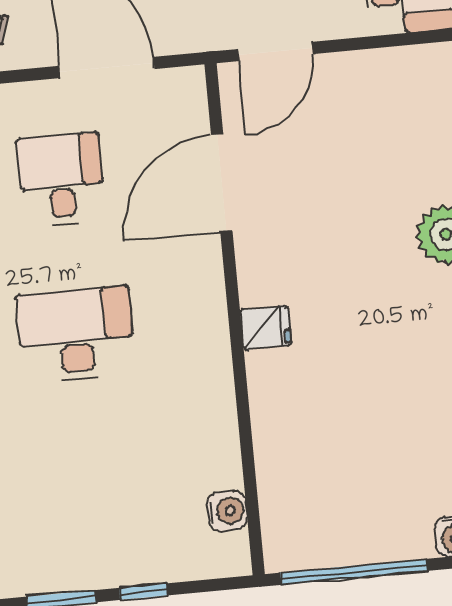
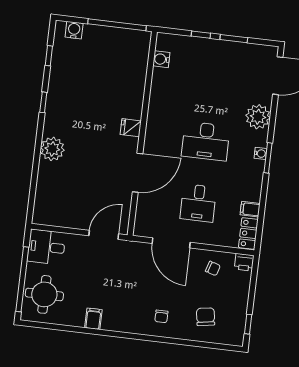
door: (222, 183) -> (138, 173), moved

